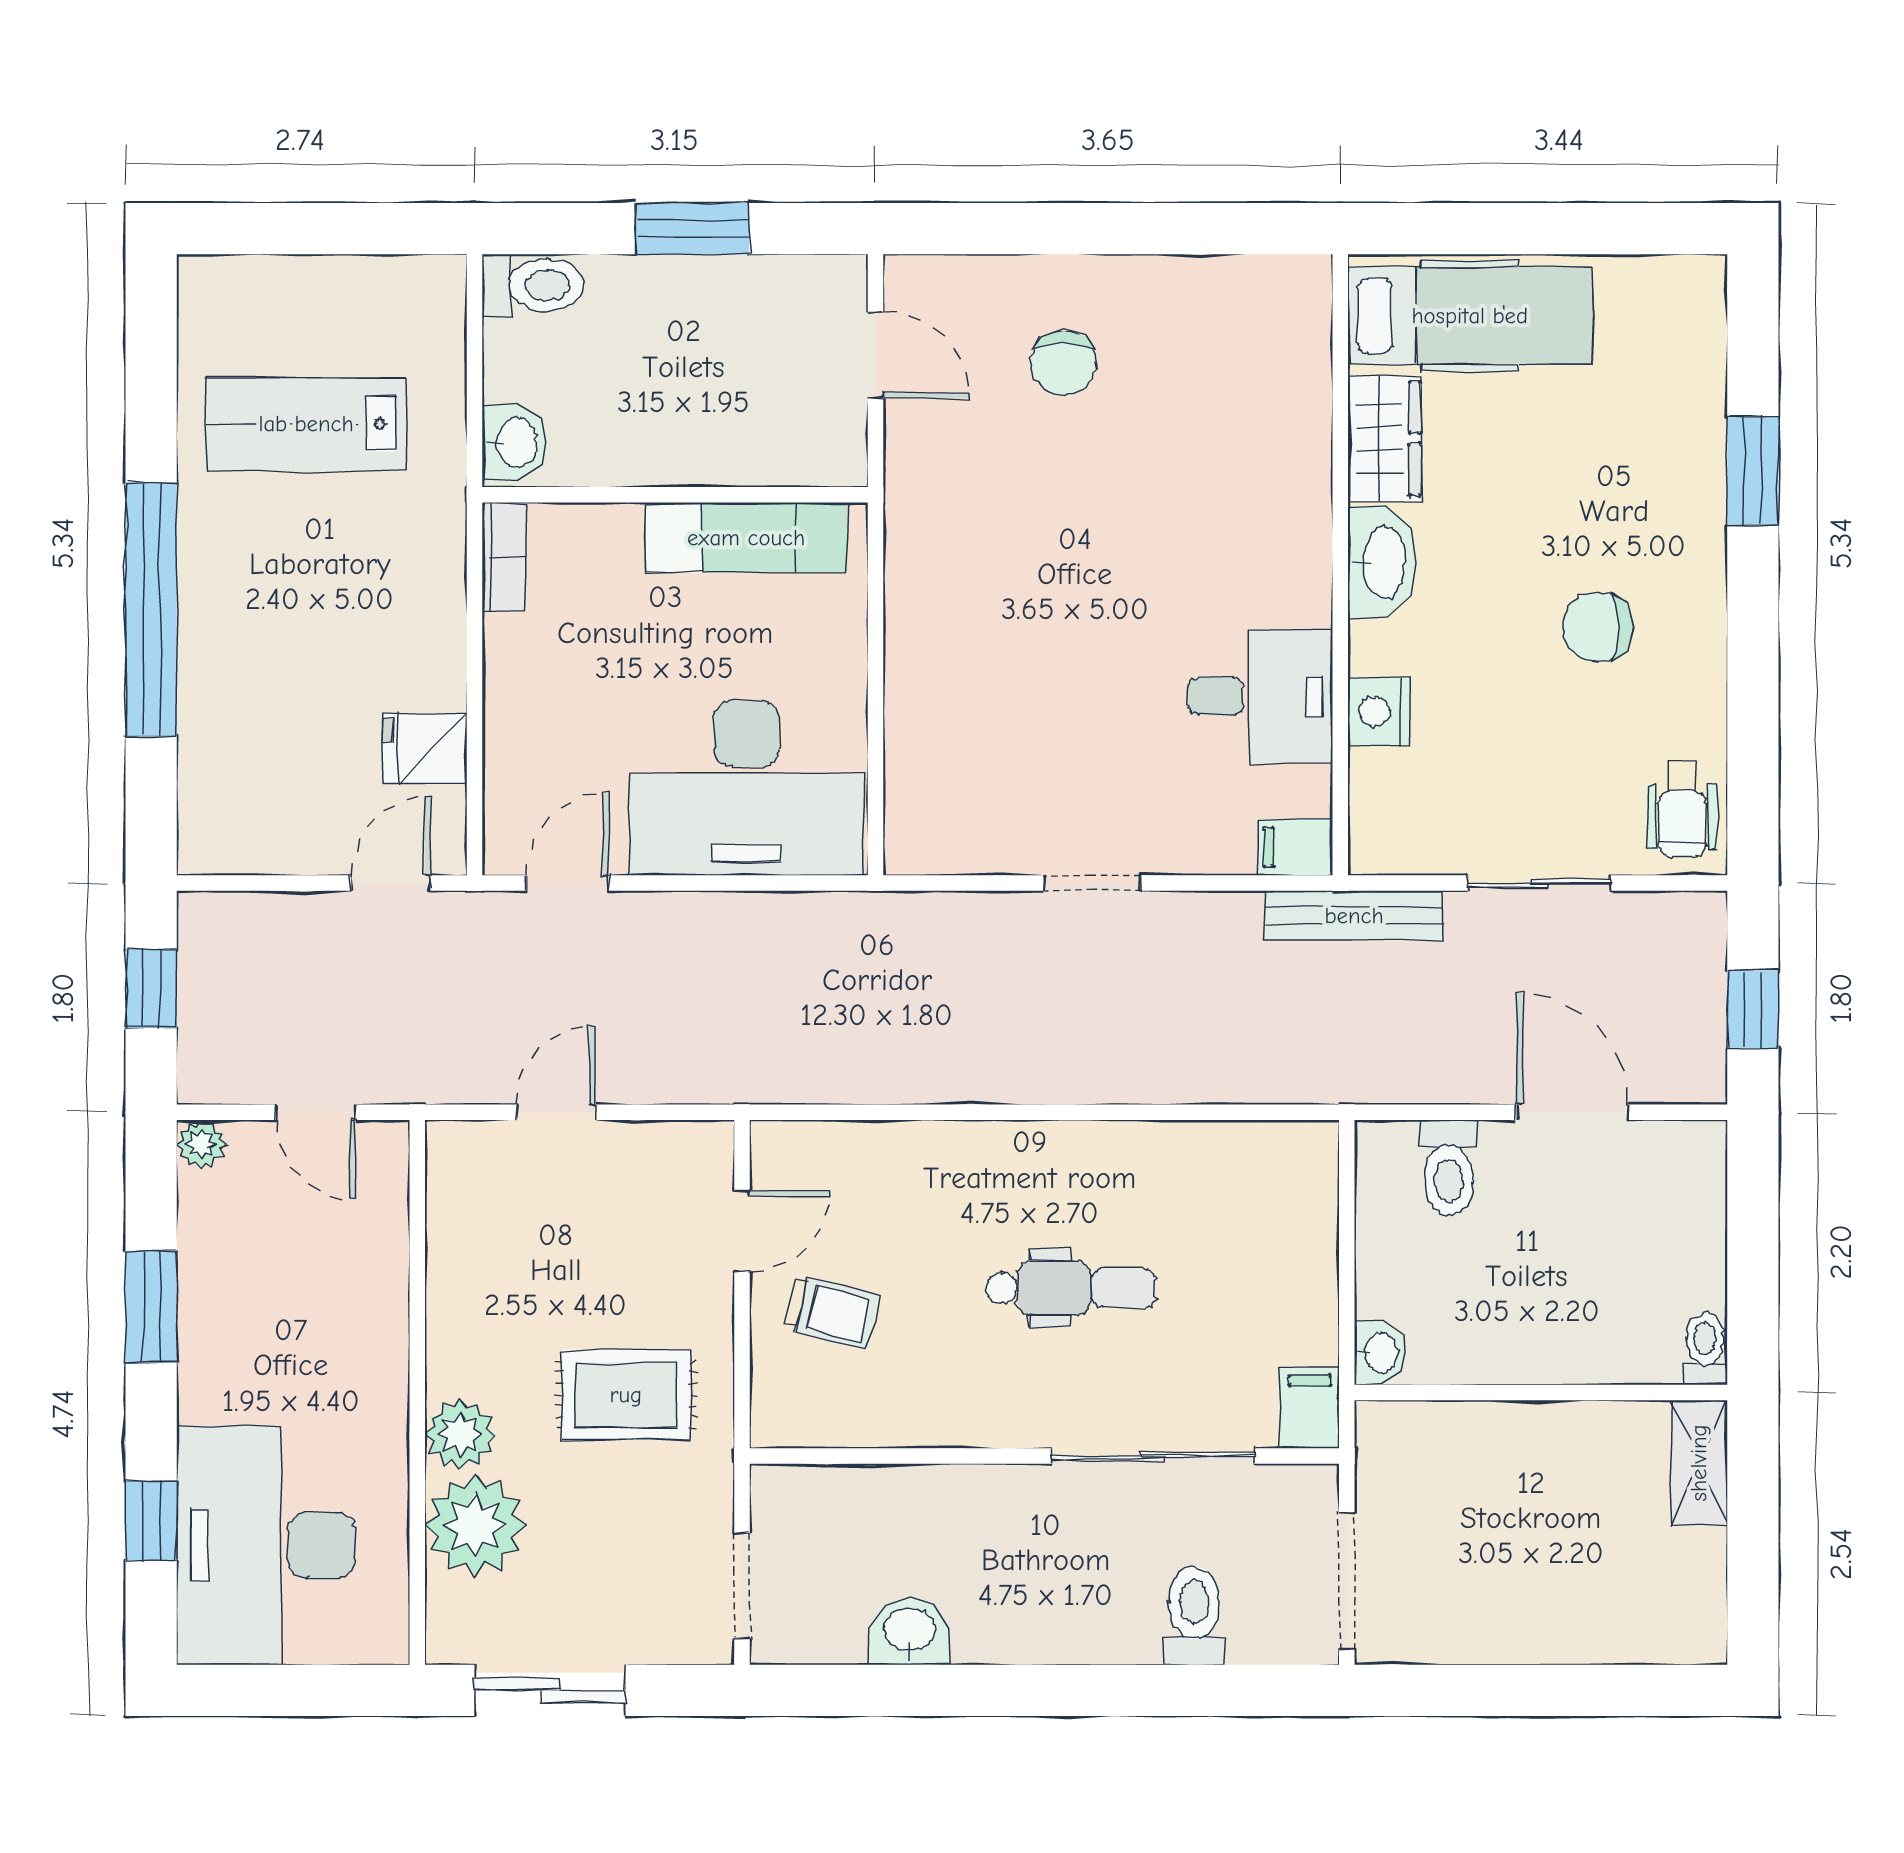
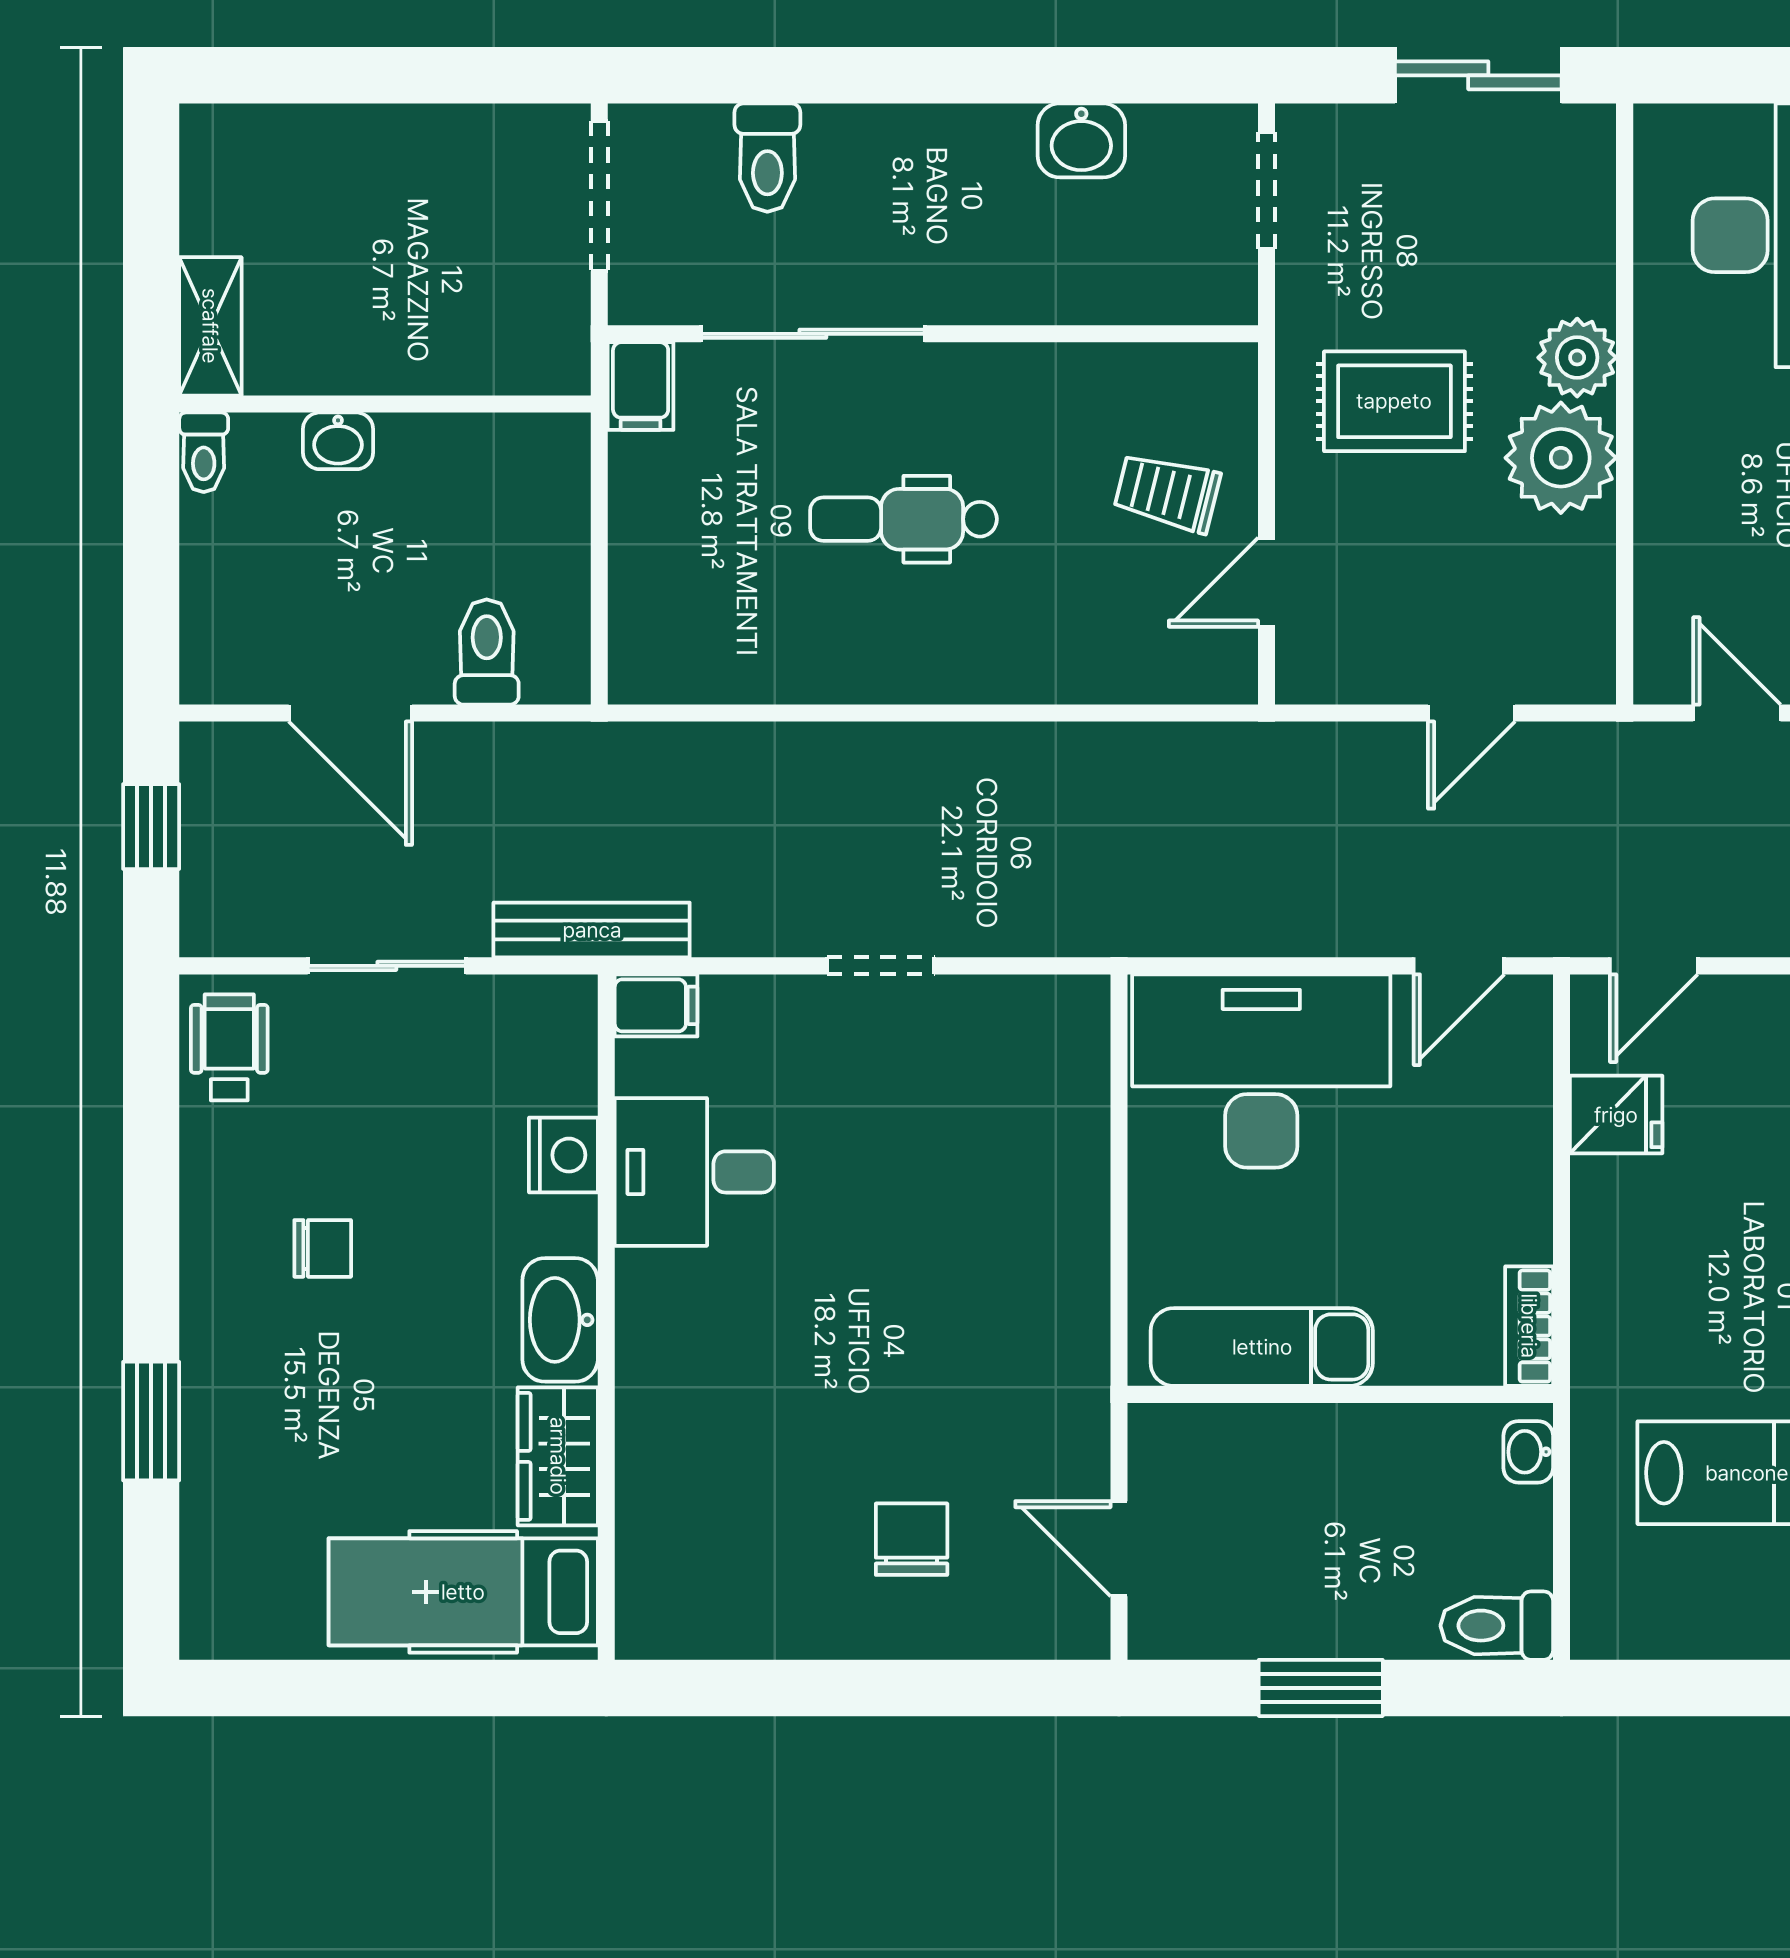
washbasin: (515, 443) -> (1528, 1452), width x0.72, depth x0.69
chair: (1597, 627) -> (323, 1248), width x0.73, depth x0.73
washbasin: (1380, 1353) -> (338, 441), moved, turned -90
plant: (475, 1525) -> (1561, 458), moved

